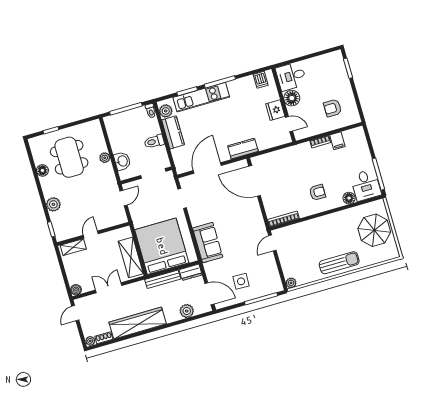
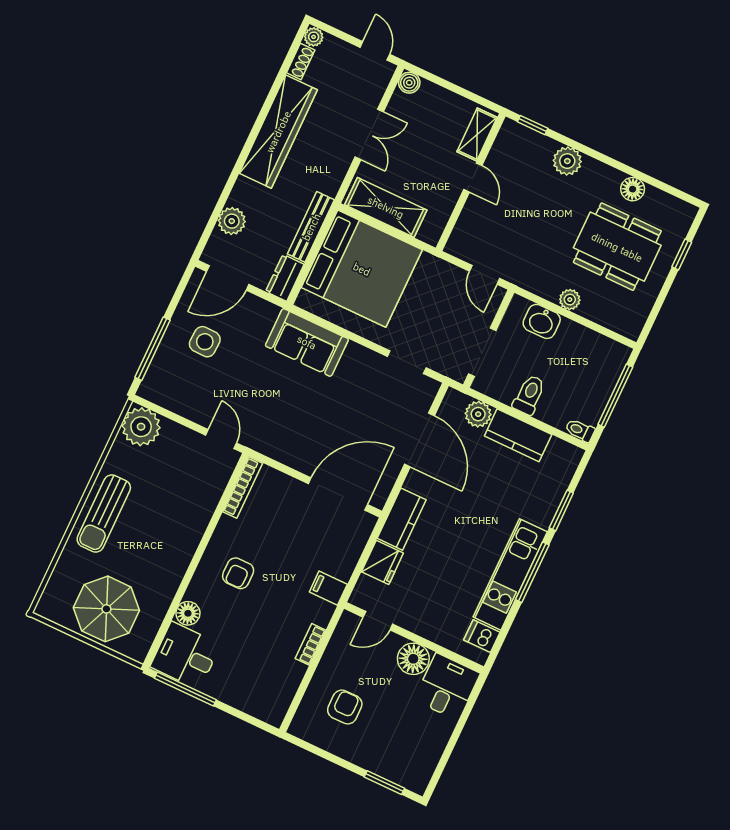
kitchen unit: (201, 97) -> (510, 574), moved
fridge: (275, 110) -> (382, 562), moved, turned 90
plant: (166, 111) -> (478, 414), moved
filing cabinet: (337, 141) -> (328, 588), moved
plant: (291, 283) -> (141, 427), width x1.88, depth x1.88

